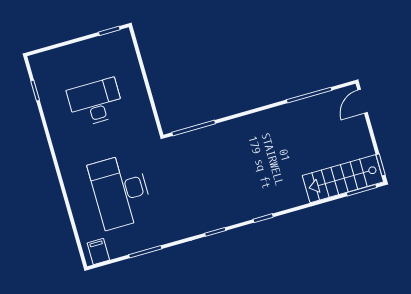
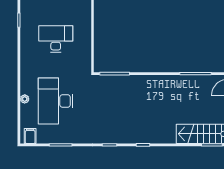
plant: (75, 201) -> (25, 99), added

